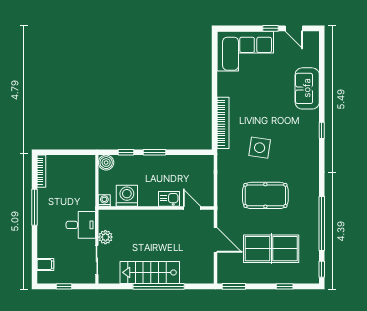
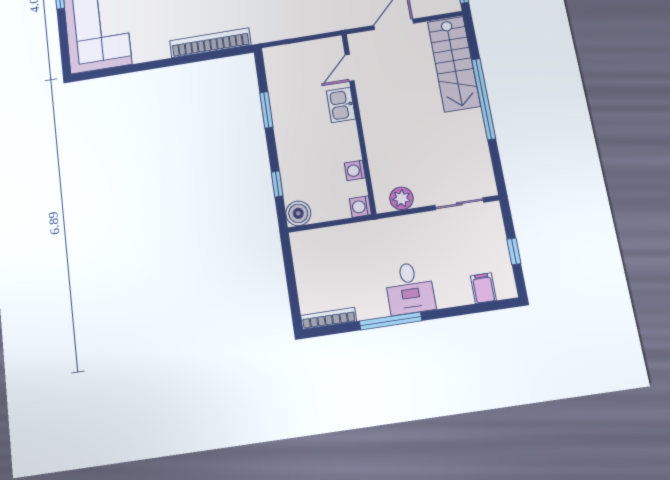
window: (154, 152) -> (266, 110), moved
washing machine: (127, 196) -> (355, 170), width x0.53, depth x0.53
desk: (81, 225) -> (410, 288), moved, turned 180
plant: (105, 237) -> (401, 198), moved
stairs: (150, 272) -> (454, 64), moved

